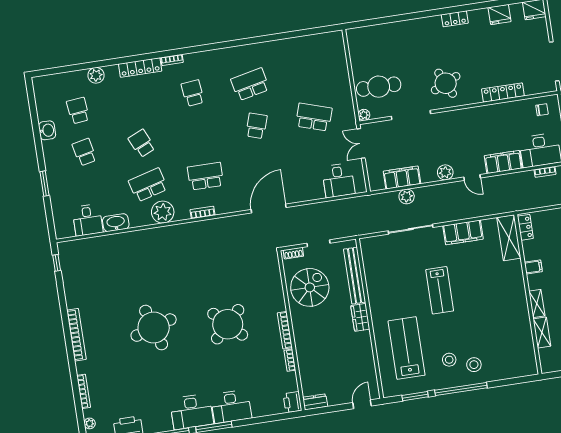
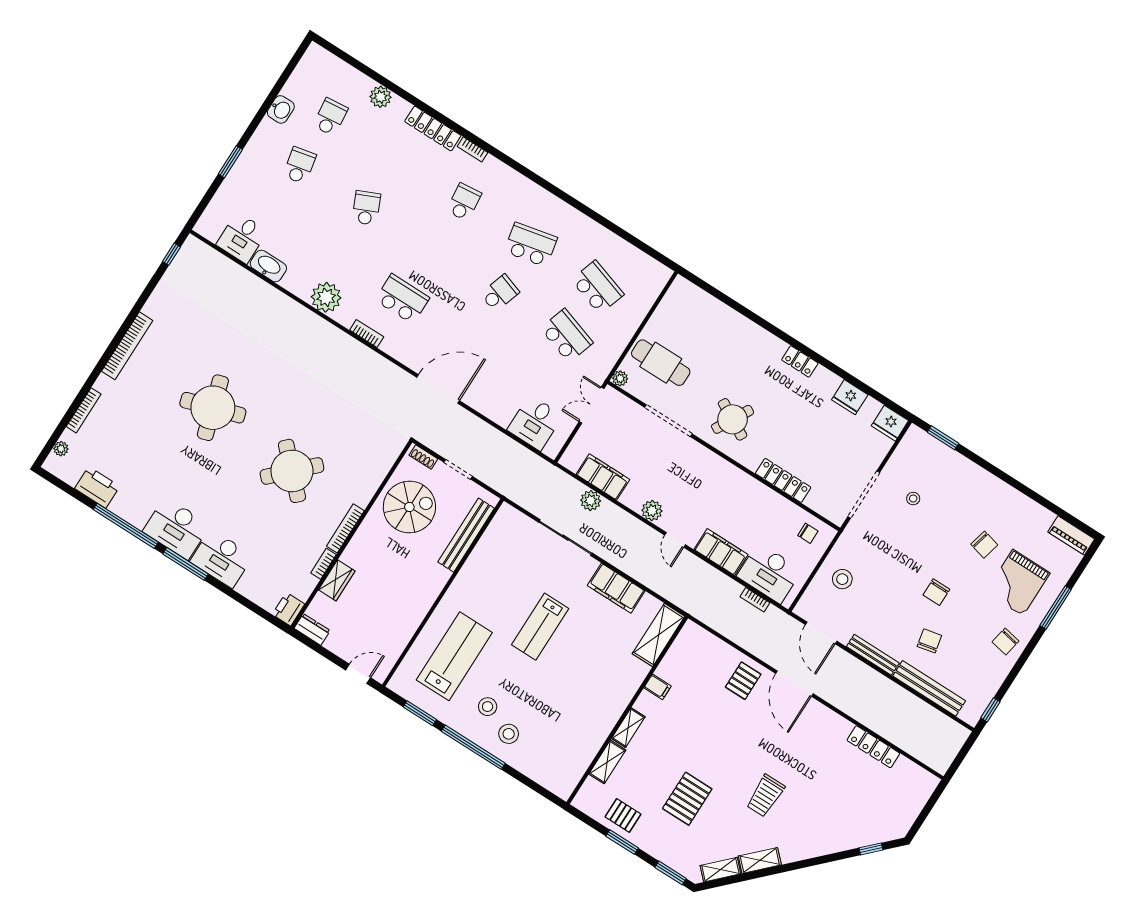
round table: (446, 83) -> (733, 419), turned -36
school desk: (148, 185) -> (598, 287), moved, turned 33
locker: (525, 227) -> (685, 639), removed
wardrobe: (360, 317) -> (337, 580), moved, turned 180

